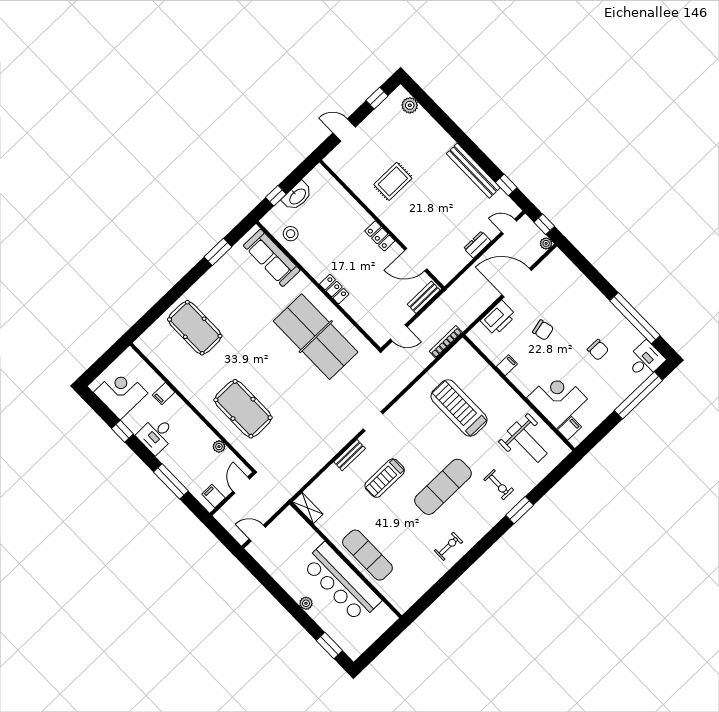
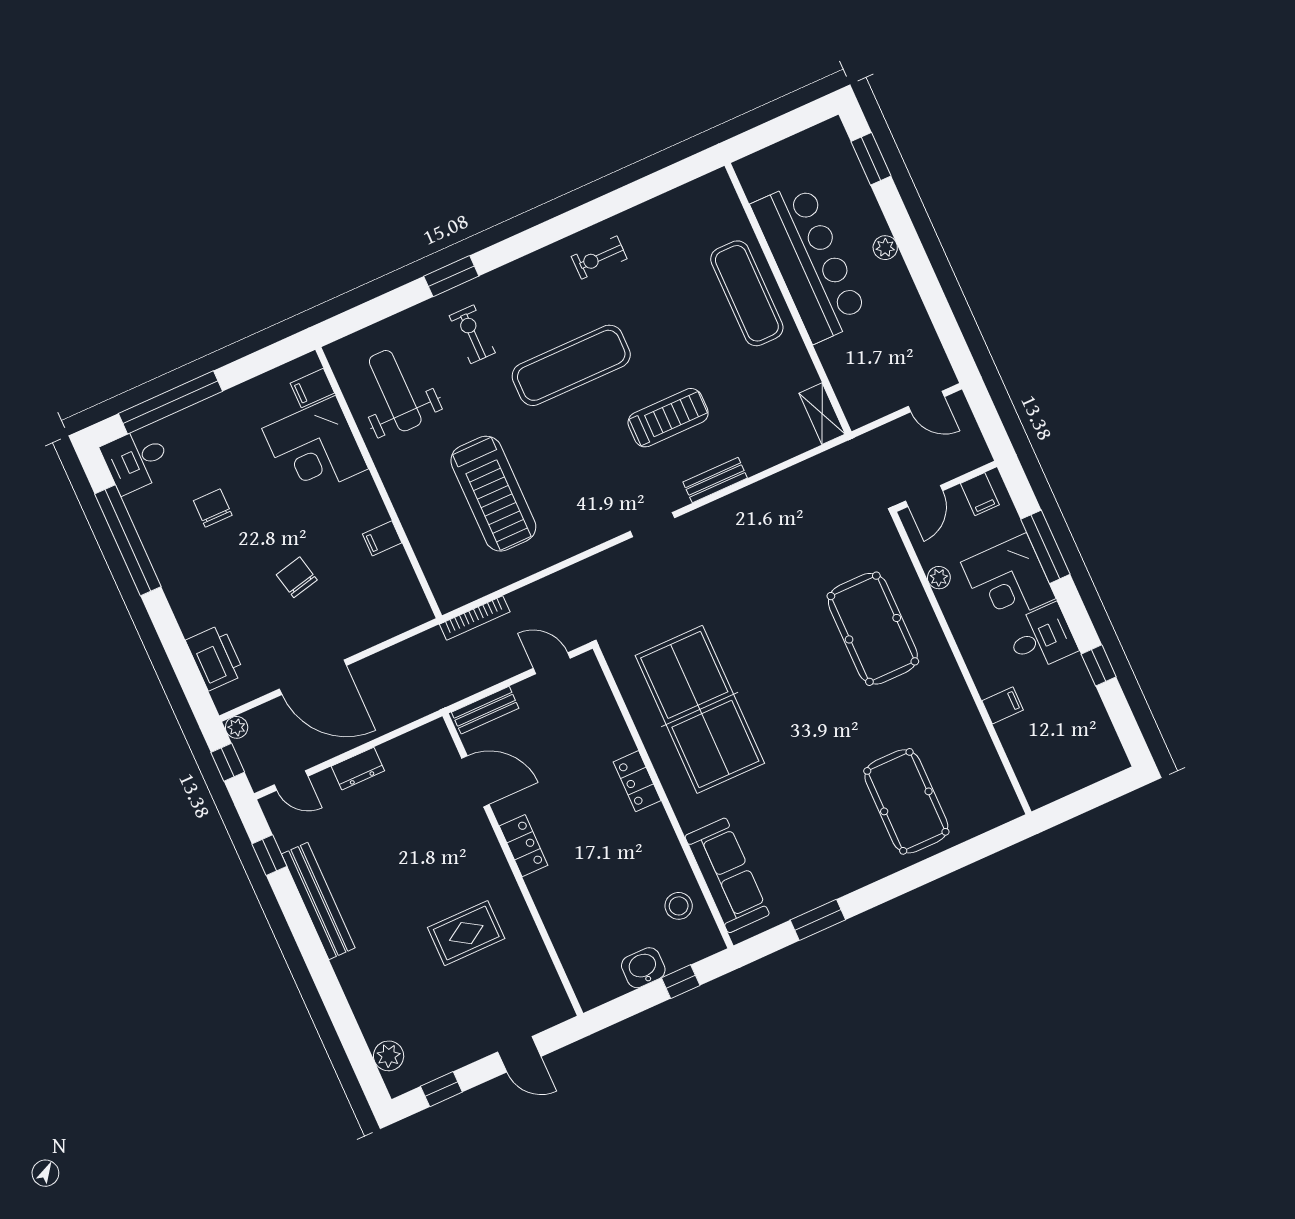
washbasin: (297, 196) -> (643, 968), width x0.72
printer: (498, 318) -> (215, 657), moved, turned 90
corner desk: (121, 393) -> (1008, 580), moved

